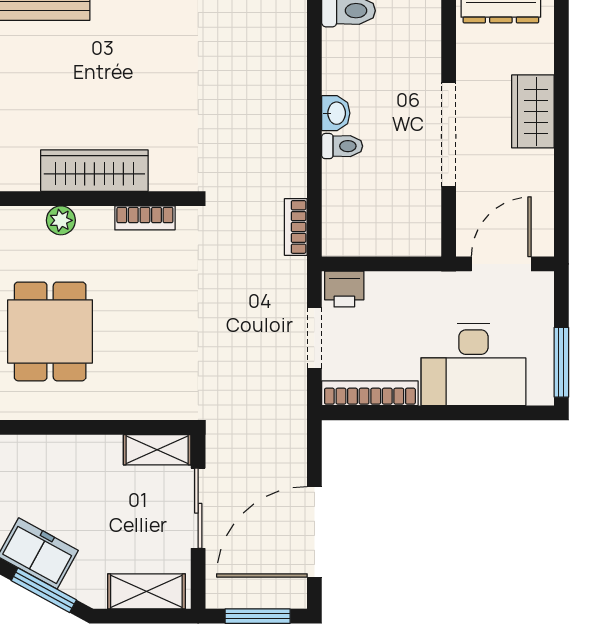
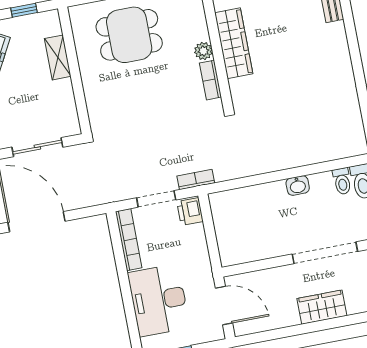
doorway: (449, 135) -> (325, 253), moved
toilet: (342, 146) -> (342, 181), moved
plant: (61, 220) -> (203, 51), moved
bookcase: (296, 227) -> (196, 179), moved
shelving: (157, 450) -> (58, 57), moved

